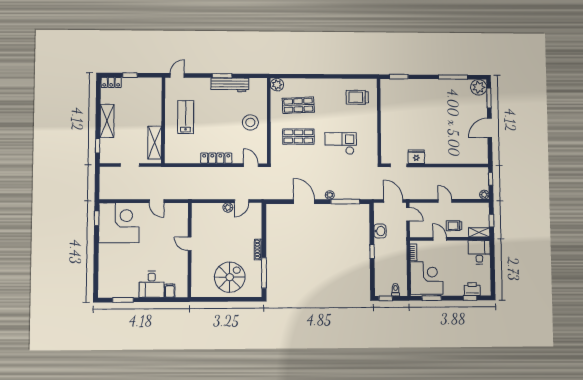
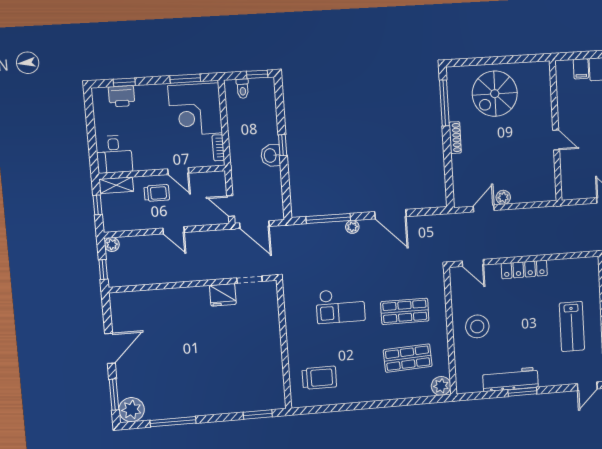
washbasin: (380, 231) -> (271, 155), moved

